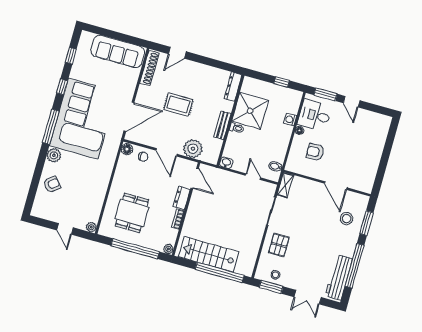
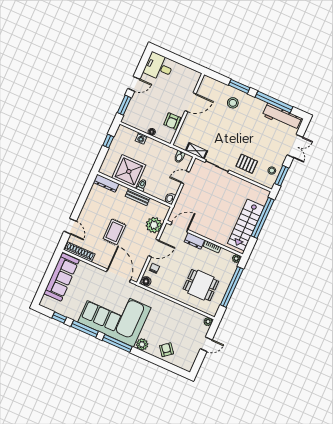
window: (62, 87) -> (85, 329), width x2.17
desk: (315, 115) -> (159, 67), moved, turned 90
wall: (327, 183) -> (187, 109), moved
door: (336, 186) -> (191, 102), moved

